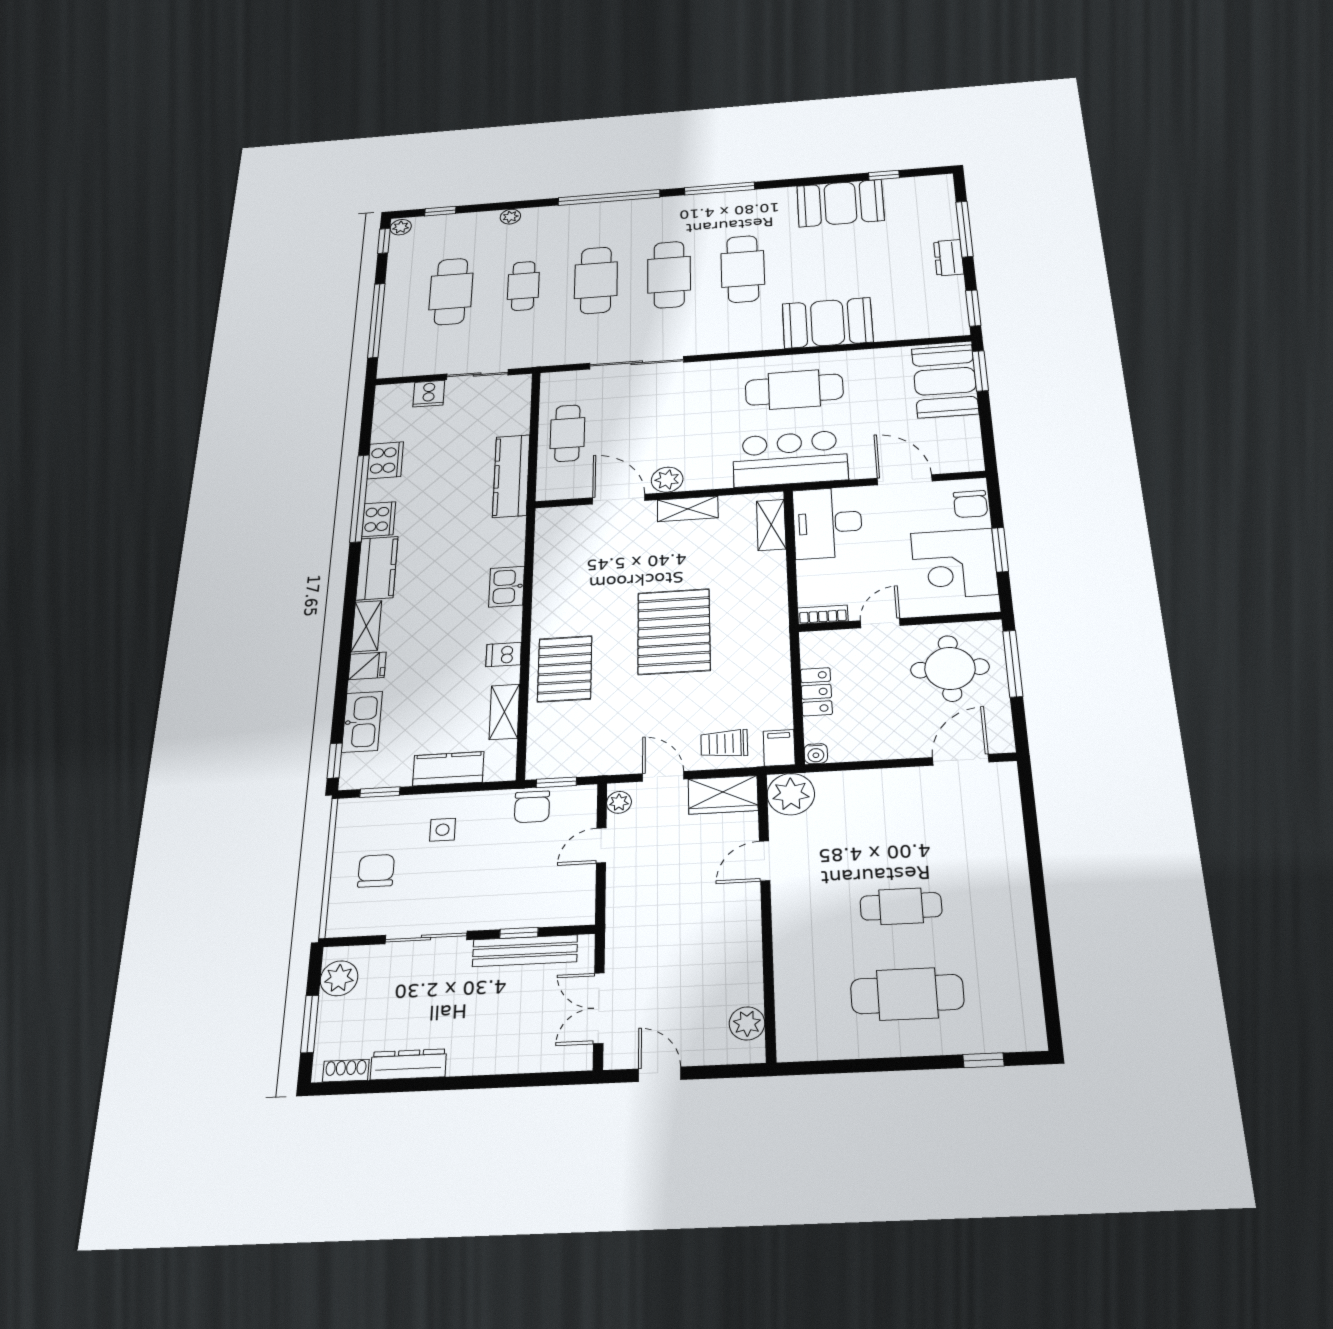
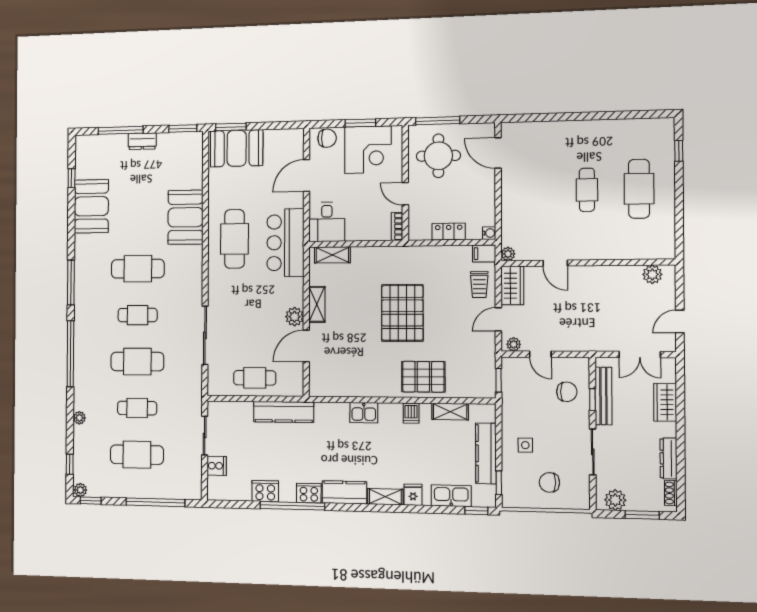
cafe table: (669, 275) -> (138, 315), width x0.73, depth x0.74
desk: (827, 523) -> (327, 222), width x0.73
pallet: (674, 631) -> (402, 313), turned 90
kitchen counter: (448, 769) -> (486, 453), width x1.50
plant: (791, 794) -> (508, 254), width x0.53, depth x0.53
chair: (532, 807) -> (567, 392), moved
wardrobe: (511, 1055) -> (665, 402), added

